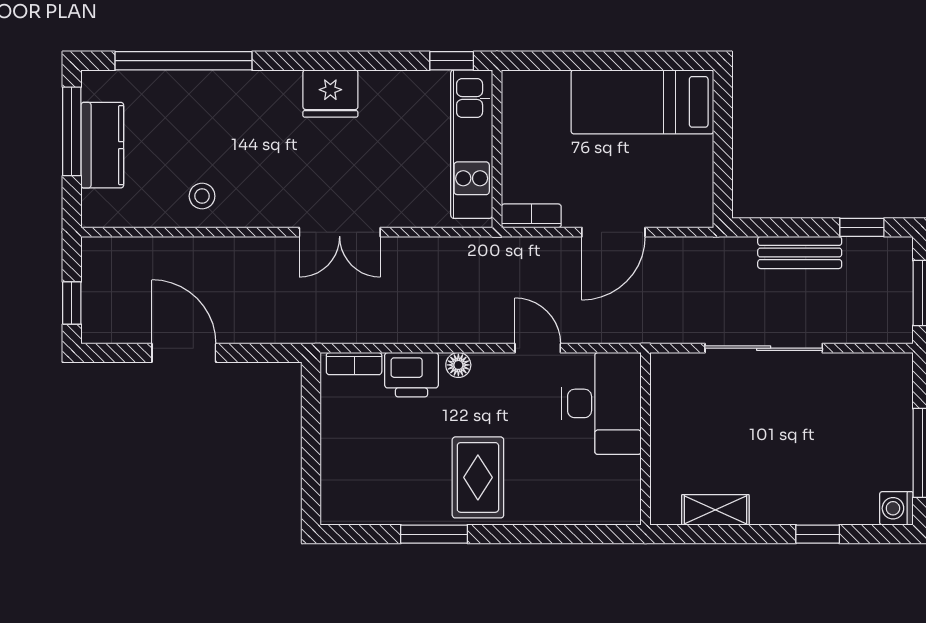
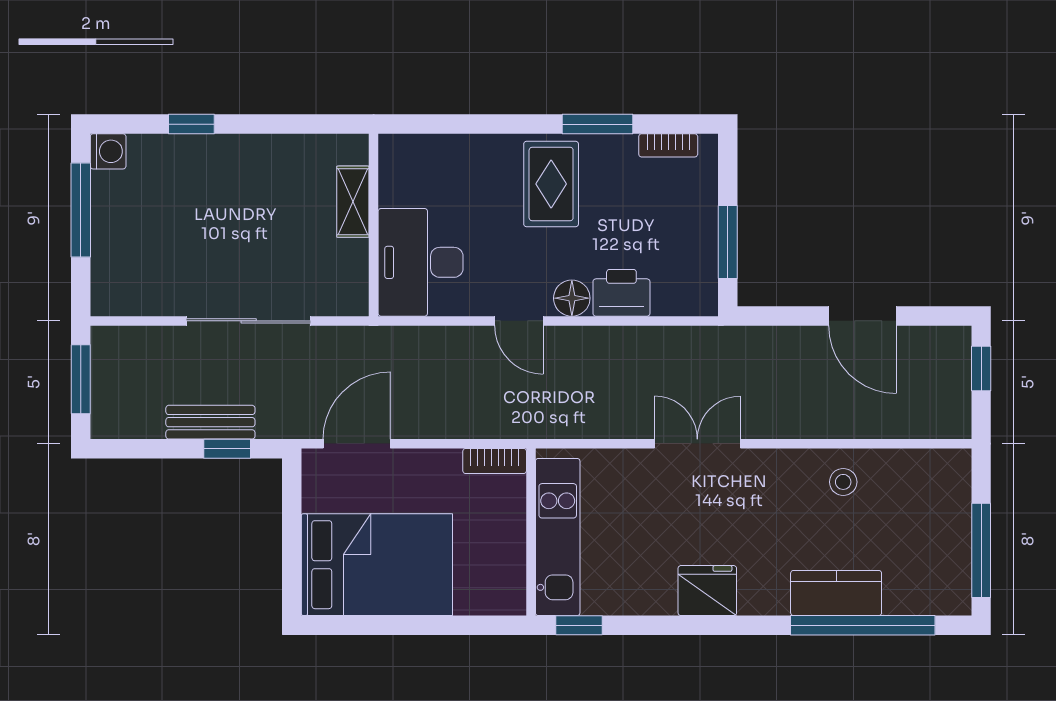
bed: (642, 102) -> (377, 565), width x1.50
kitchen counter: (102, 145) -> (836, 593), moved, turned 90
window: (862, 227) -> (227, 449), moved
door: (613, 232) -> (357, 444), moved
door: (538, 348) -> (519, 321), moved
bookcase: (354, 364) -> (668, 145), moved, turned 180
floor lamp: (458, 365) -> (572, 298), width x1.37, depth x1.37
window: (311, 423) -> (728, 242), added
shelving: (715, 510) -> (353, 202), moved, turned 90

